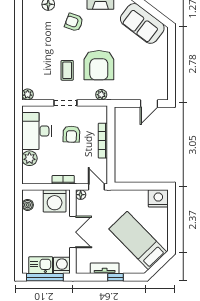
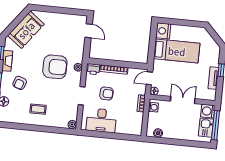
coffee table: (67, 70) -> (38, 109), moved
printer: (101, 115) -> (94, 69), added
plant: (29, 158) -> (122, 128), removed
washing machine: (55, 201) -> (153, 107), width x0.53, depth x0.53
bed: (138, 240) -> (177, 51), moved, turned -136

